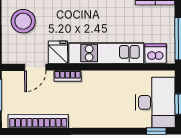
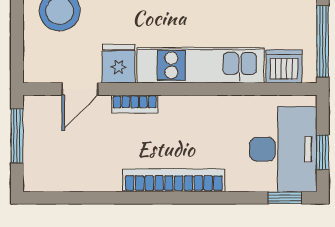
bookcase: (38, 121) -> (174, 180), moved

